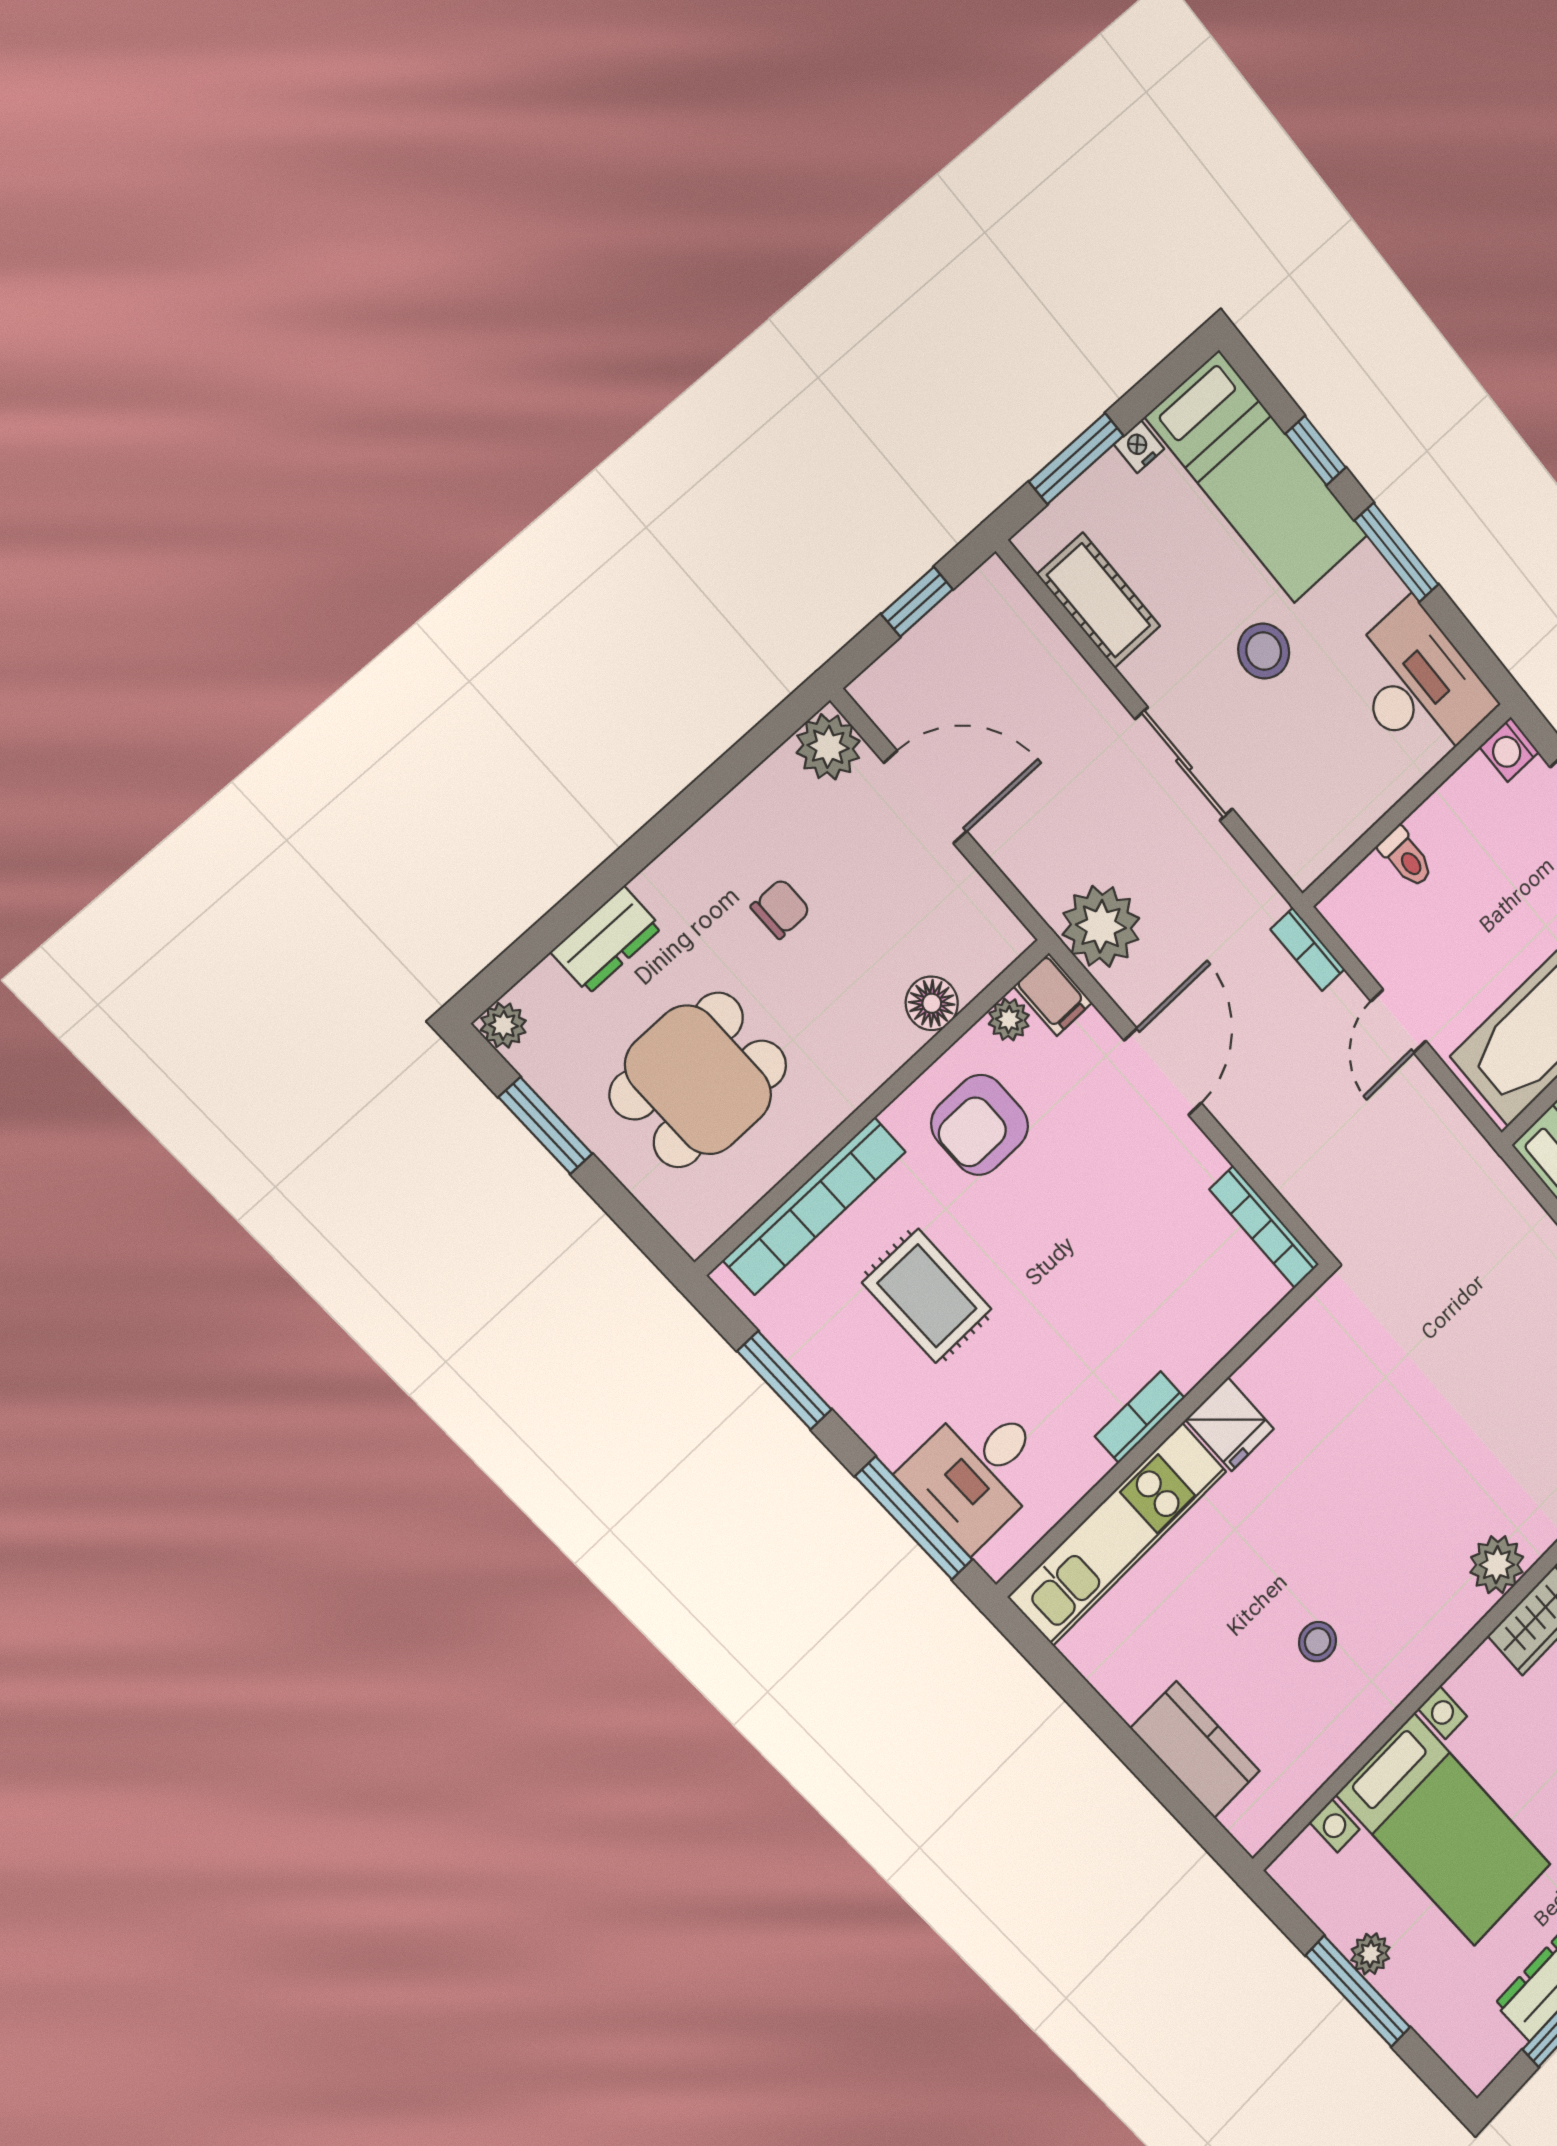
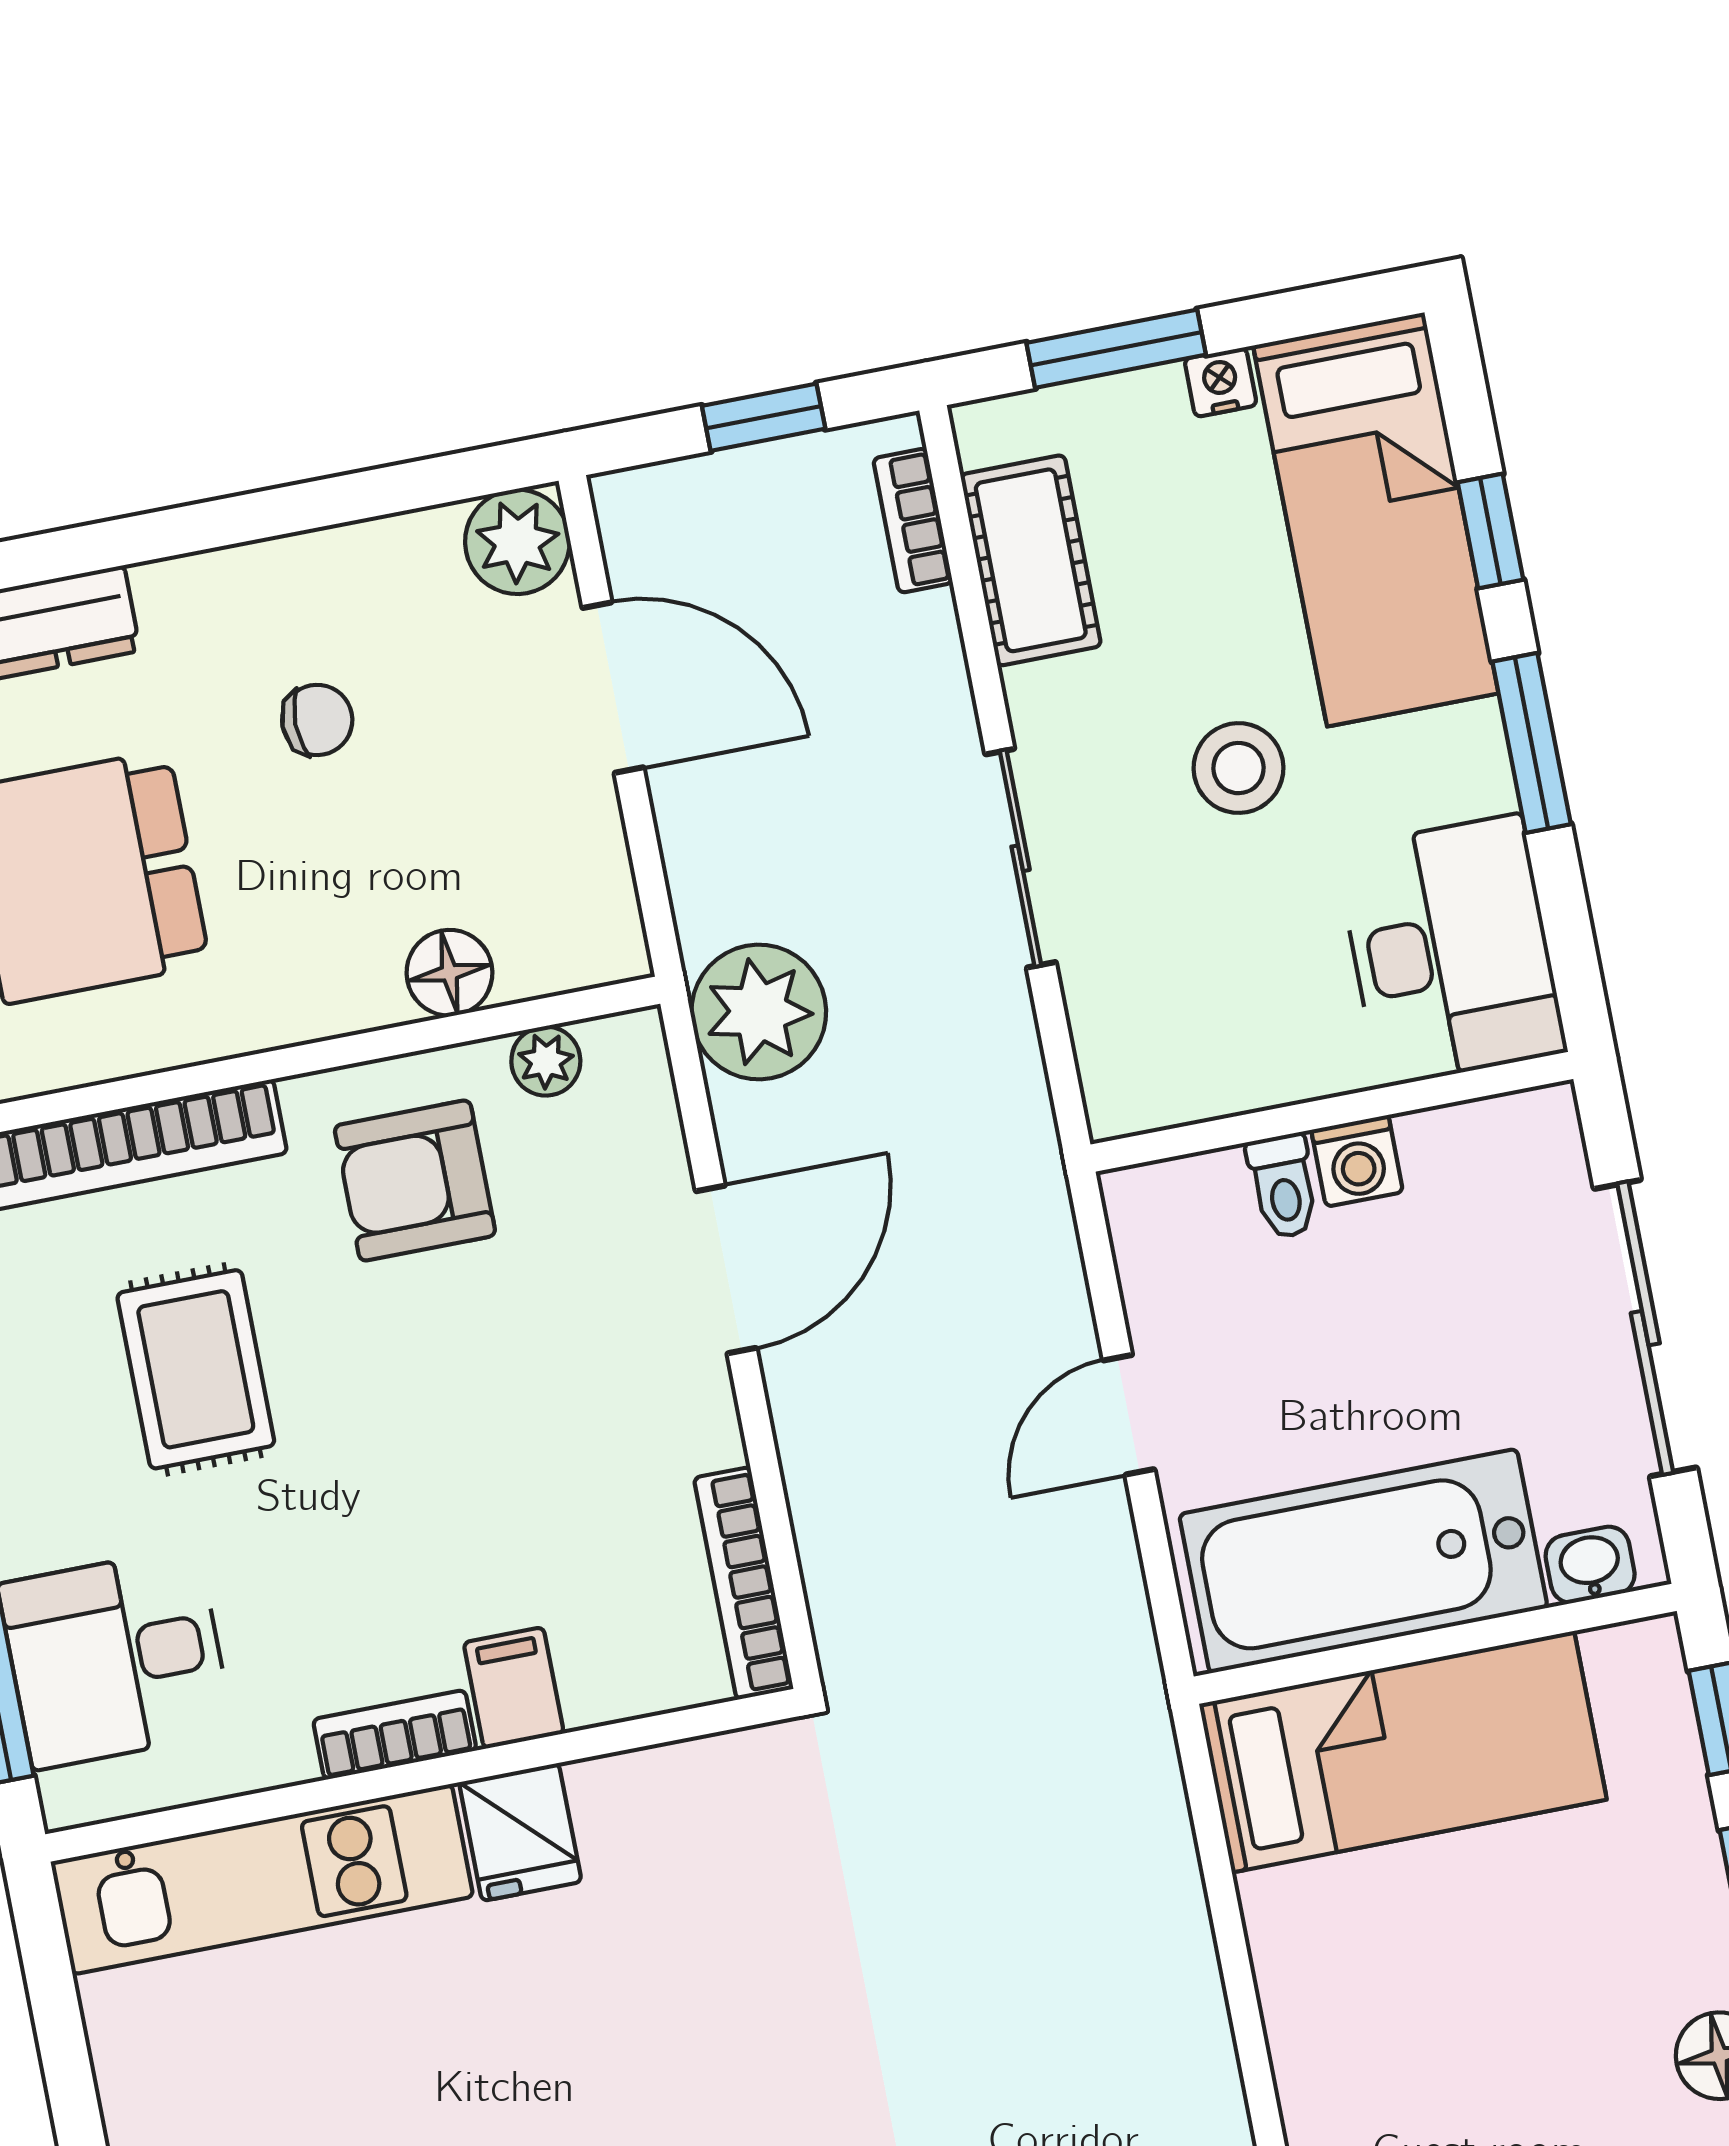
washing machine: (1509, 749) -> (1357, 1161), moved, turned -90
bookcase: (1308, 949) -> (913, 521), moved
filing cabinet: (1053, 995) -> (514, 1688), moved, turned 180

